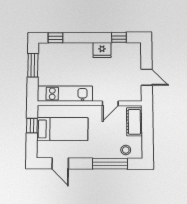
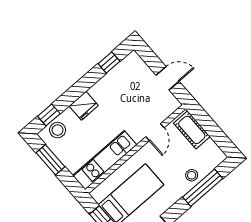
fridge: (102, 50) -> (84, 106), moved
stool: (53, 51) -> (58, 130), added
stool: (126, 150) -> (192, 175), moved

